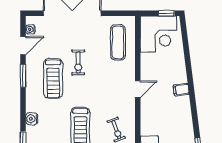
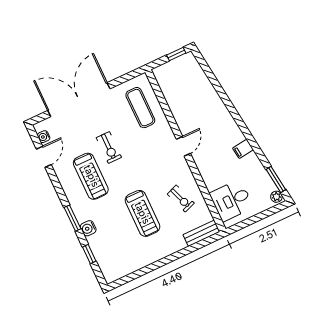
corner desk: (159, 34) -> (178, 79), removed
window: (23, 76) -> (73, 218), moved
filing cabinet: (181, 90) -> (243, 149), moved

